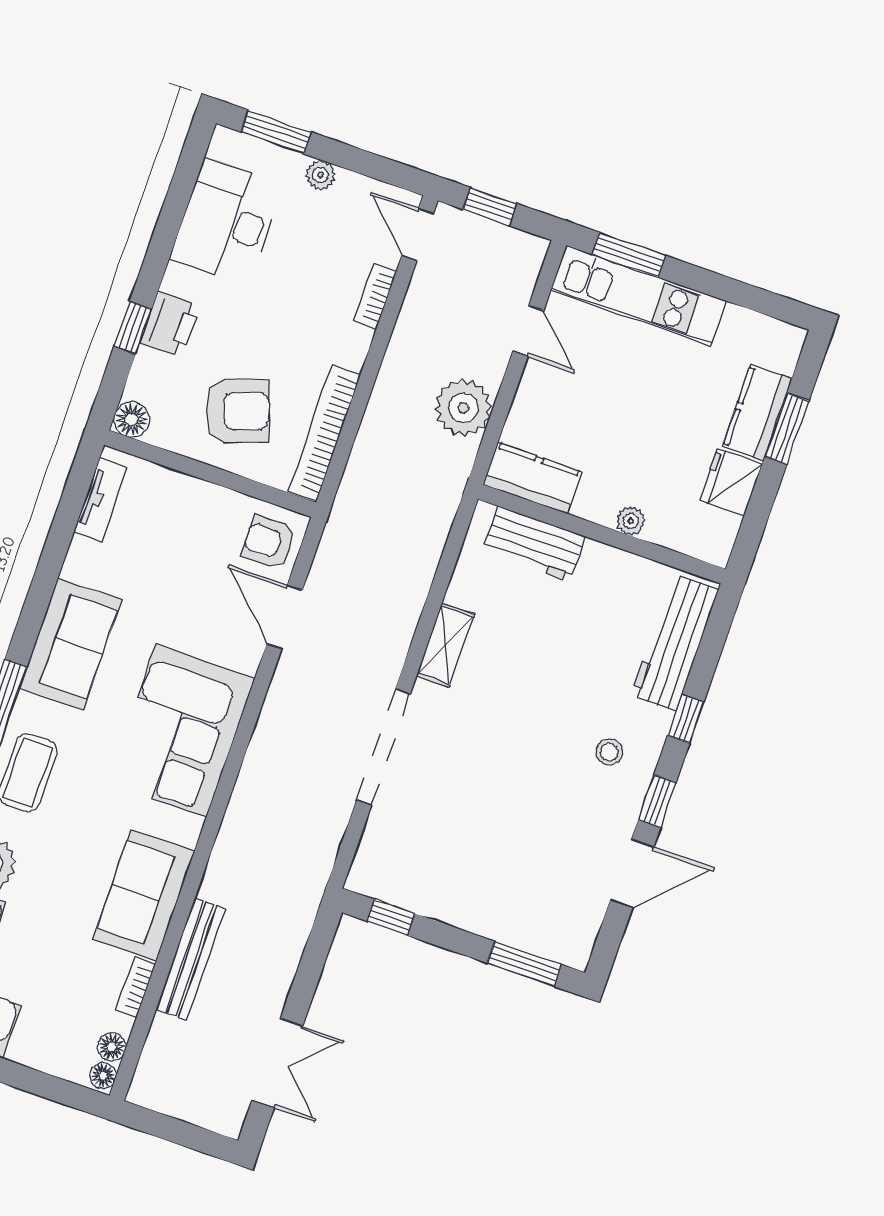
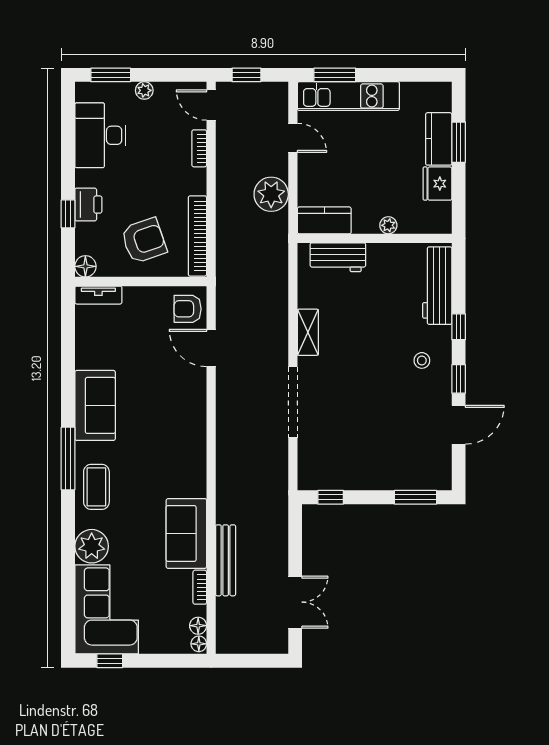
tv unit: (101, 500) -> (98, 295), moved, turned 90
corner sofa: (181, 731) -> (175, 433), removed

